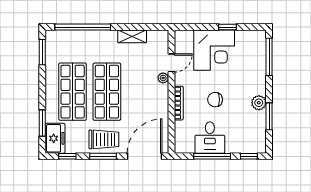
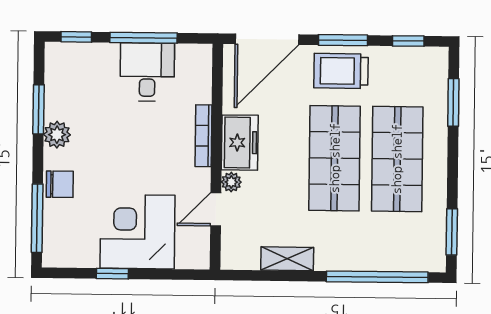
chair: (215, 100) -> (60, 184), moved
freezer: (55, 138) -> (240, 143), moved, turned 180

